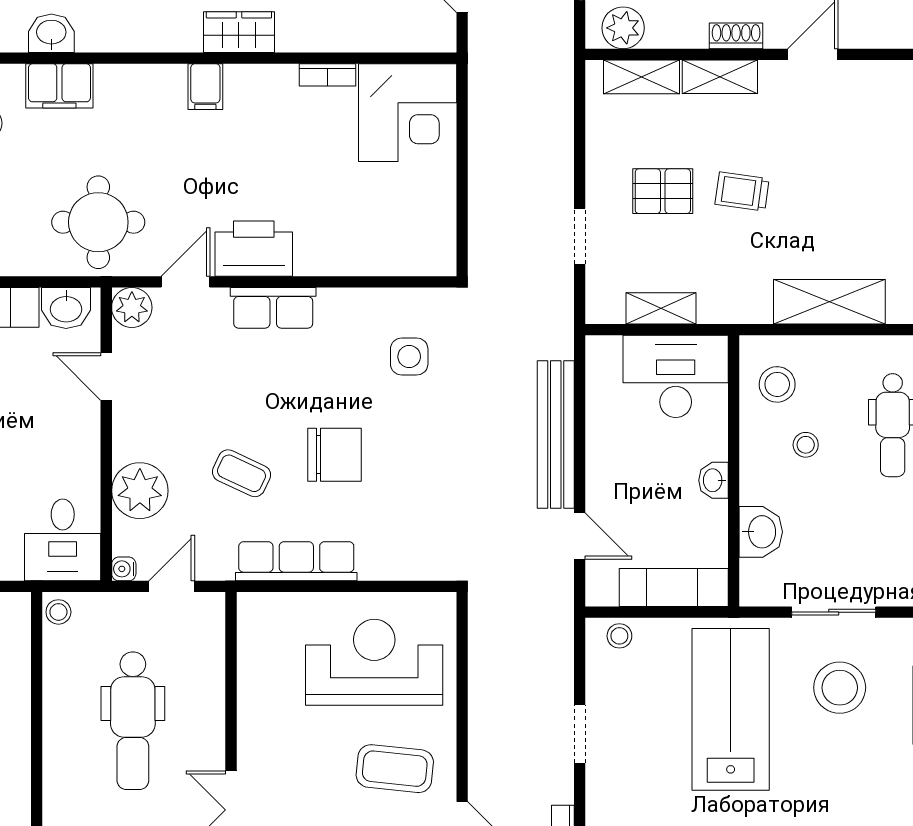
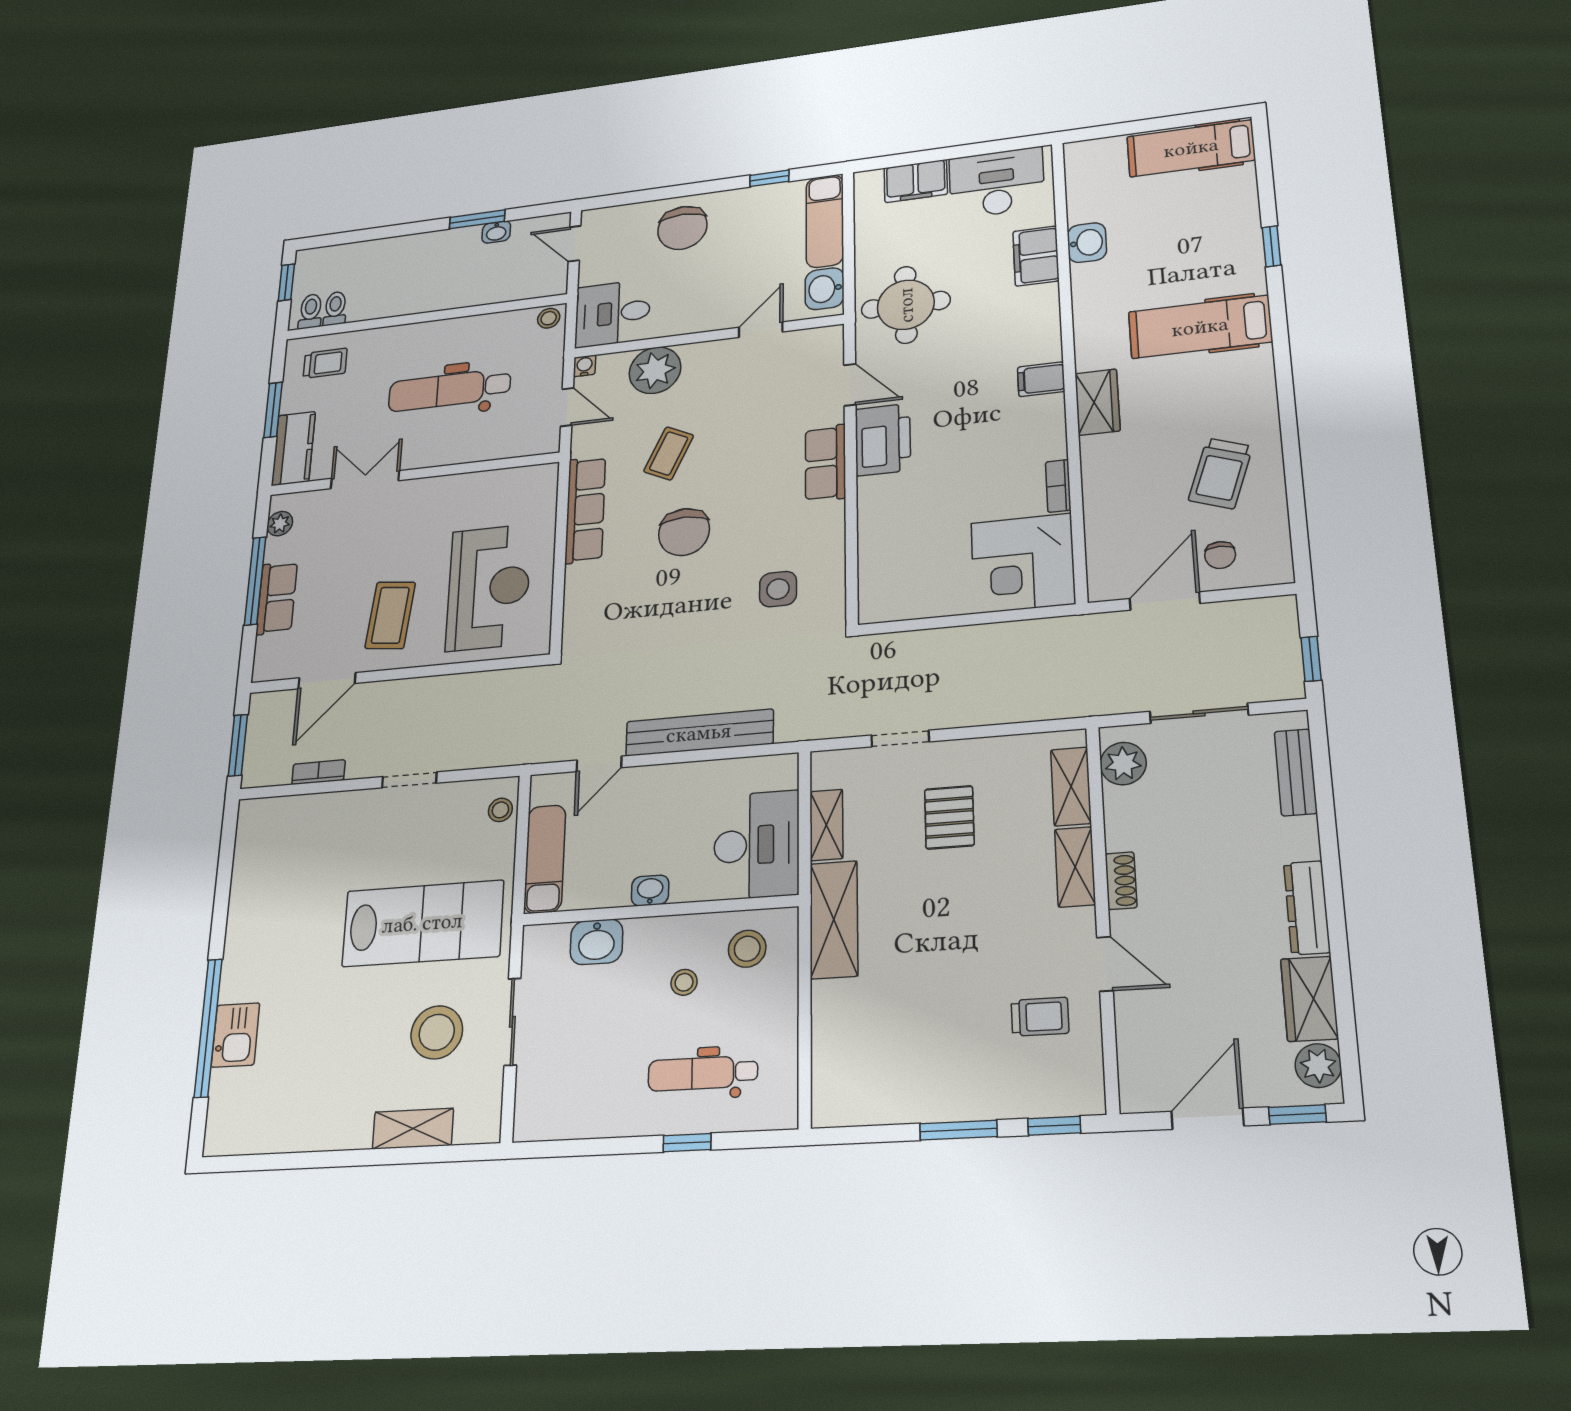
trolley: (742, 192) -> (1040, 1017), moved, turned 82
shelving: (829, 302) -> (834, 920), moved
plant: (132, 307) -> (825, 343), removed

